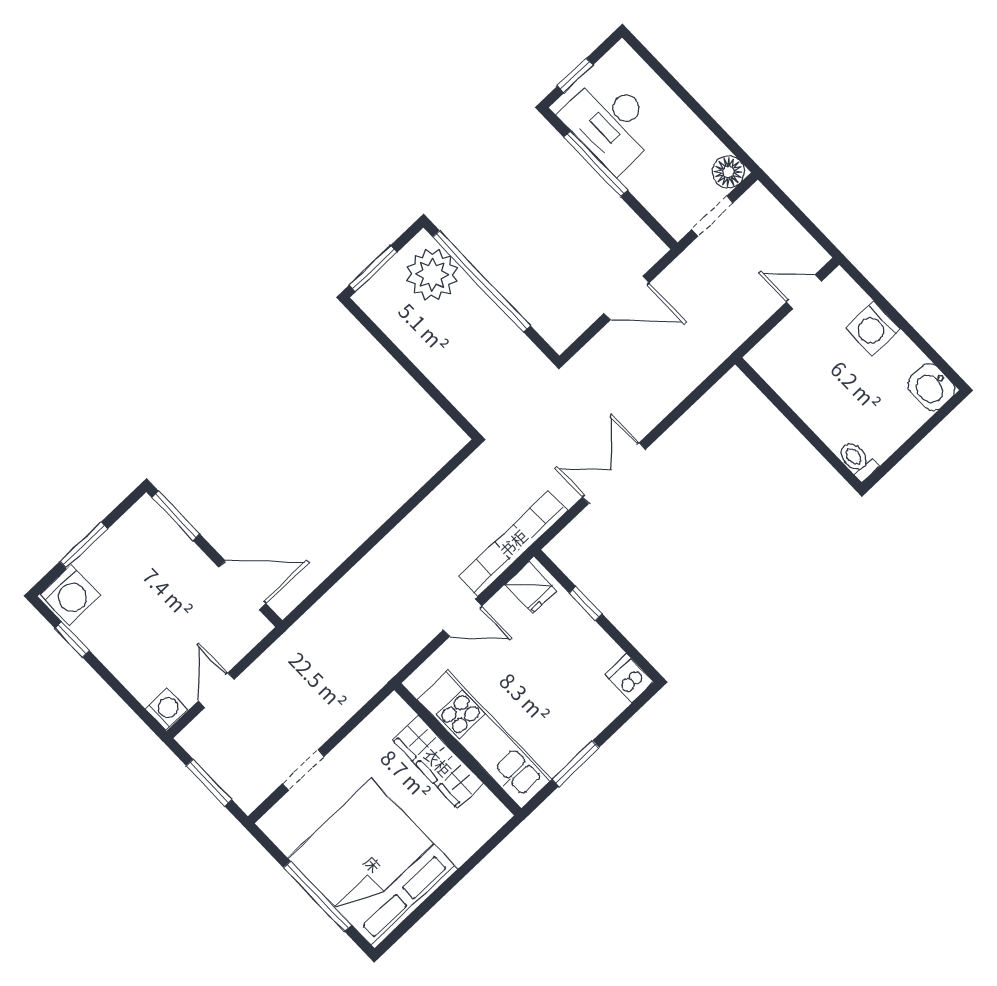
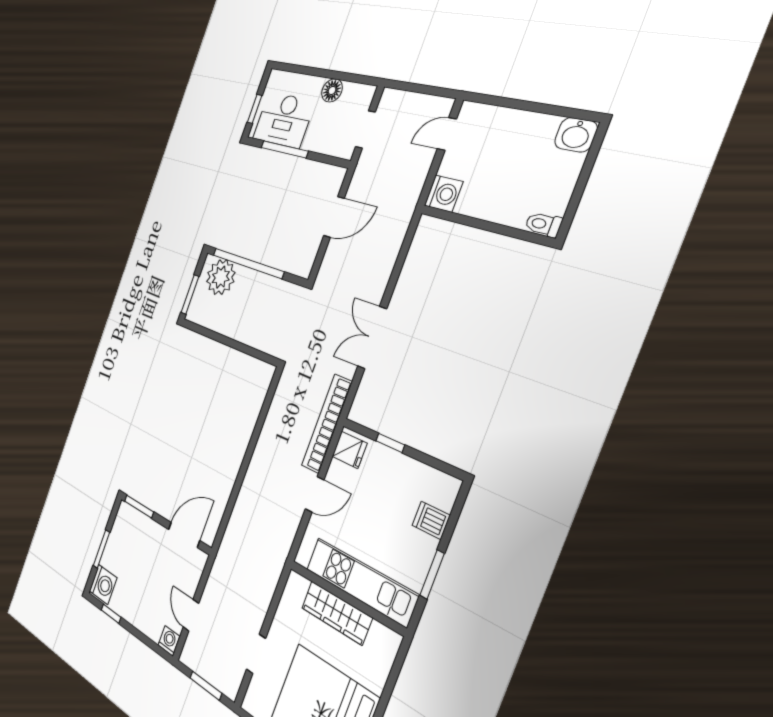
floor lamp: (728, 172) -> (332, 90), moved
washing machine: (873, 328) -> (444, 194), moved, turned -90
dishwasher: (629, 678) -> (431, 520), moved

